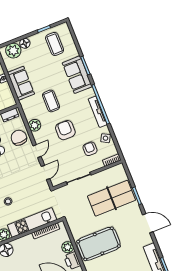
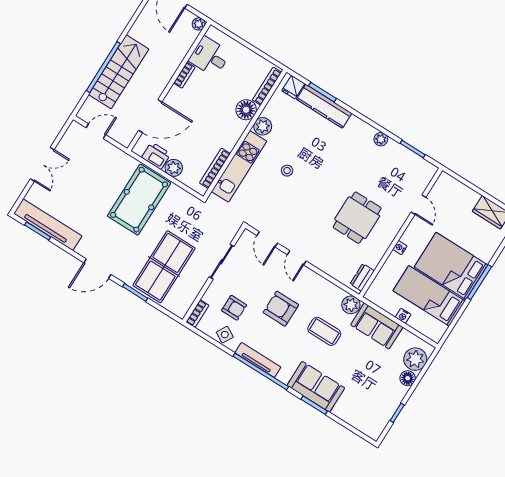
coffee table: (55, 44) -> (371, 404), removed
plant: (35, 125) -> (351, 305), moved
armchair: (65, 130) -> (281, 309), turned 180
chair: (19, 138) -> (331, 258), removed

